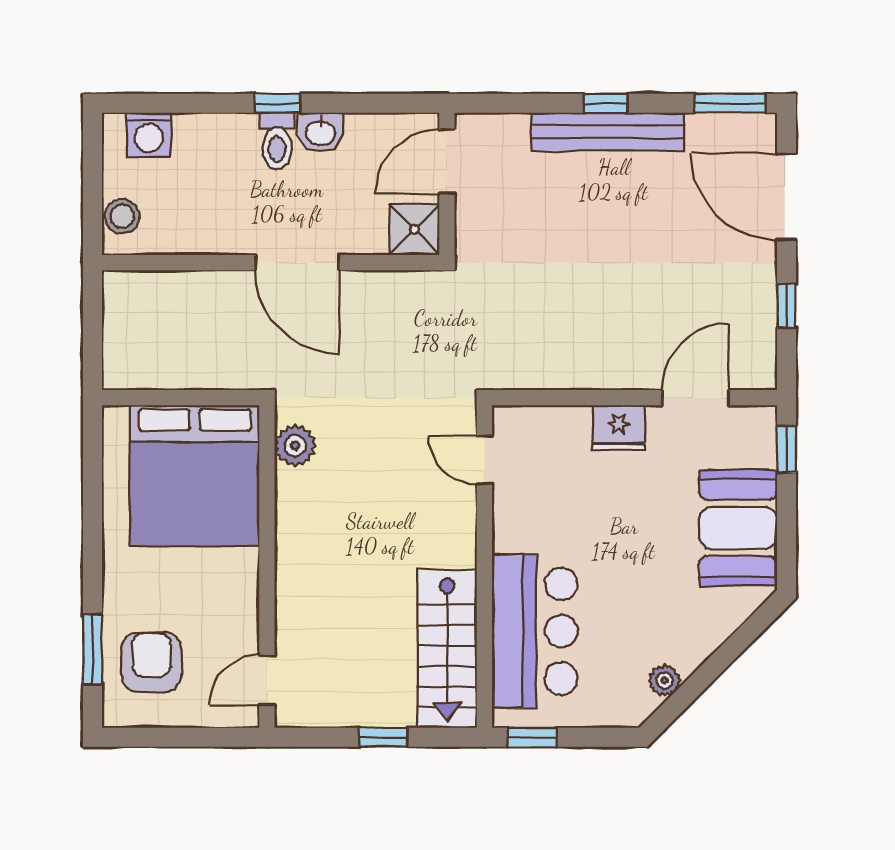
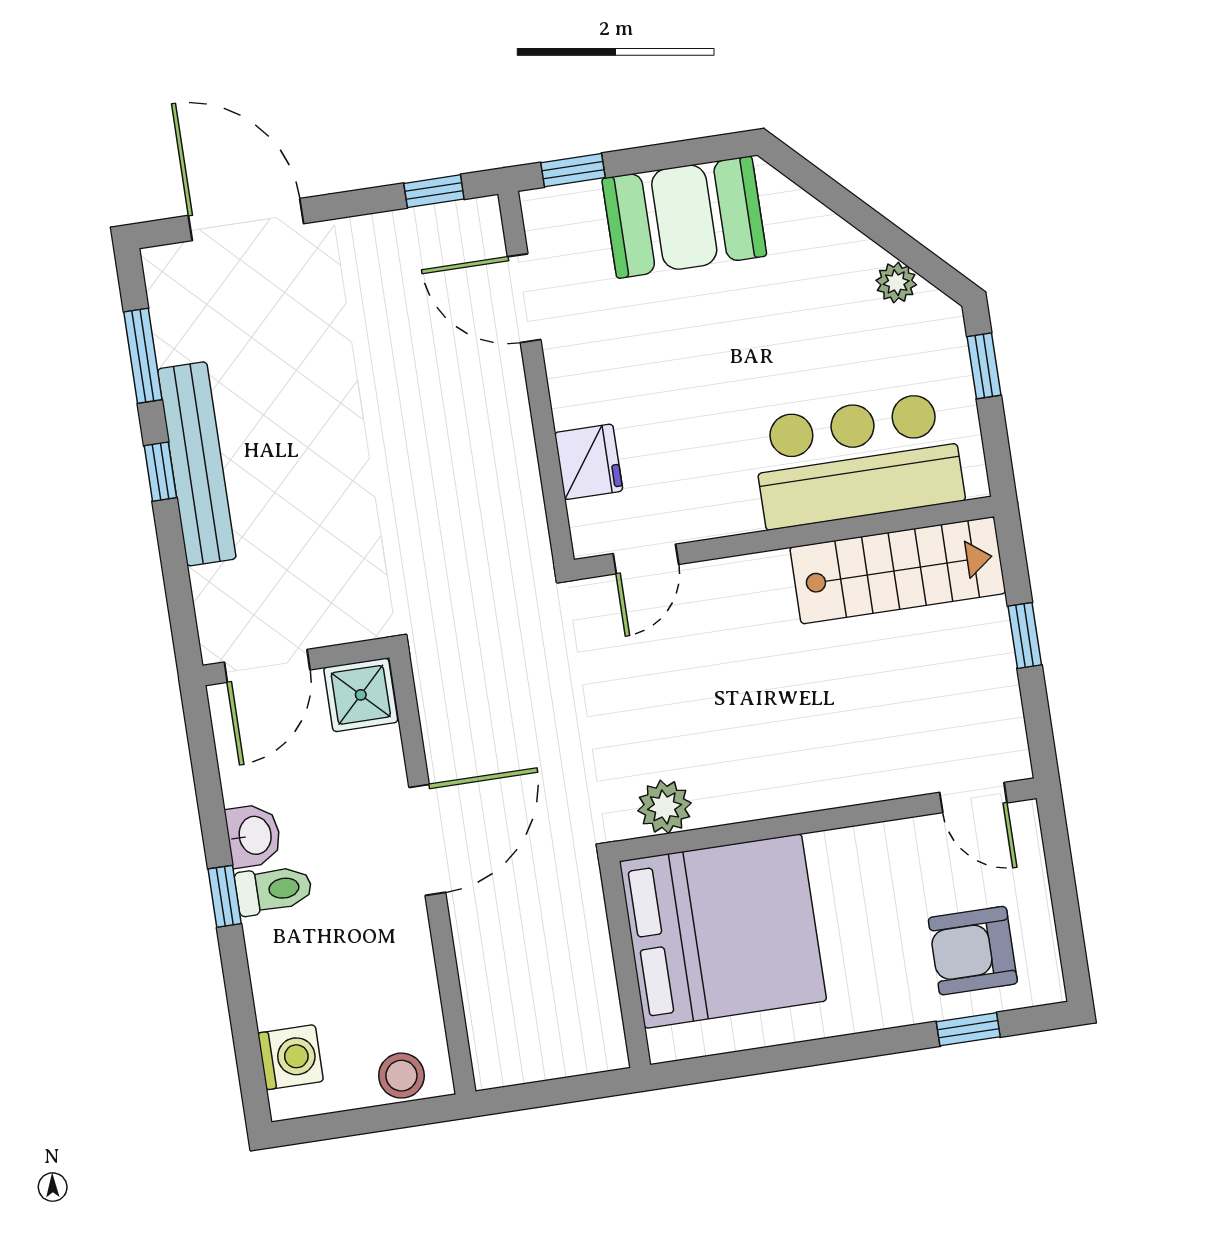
window: (730, 103) -> (143, 356), moved
door: (447, 162) -> (267, 666), hinge flipped
door: (786, 197) -> (246, 220), swing flipped
window: (786, 306) -> (434, 191), moved
fridge: (619, 428) -> (589, 462), moved
window: (92, 650) -> (968, 1029), width x0.67
window: (532, 737) -> (984, 366), moved

